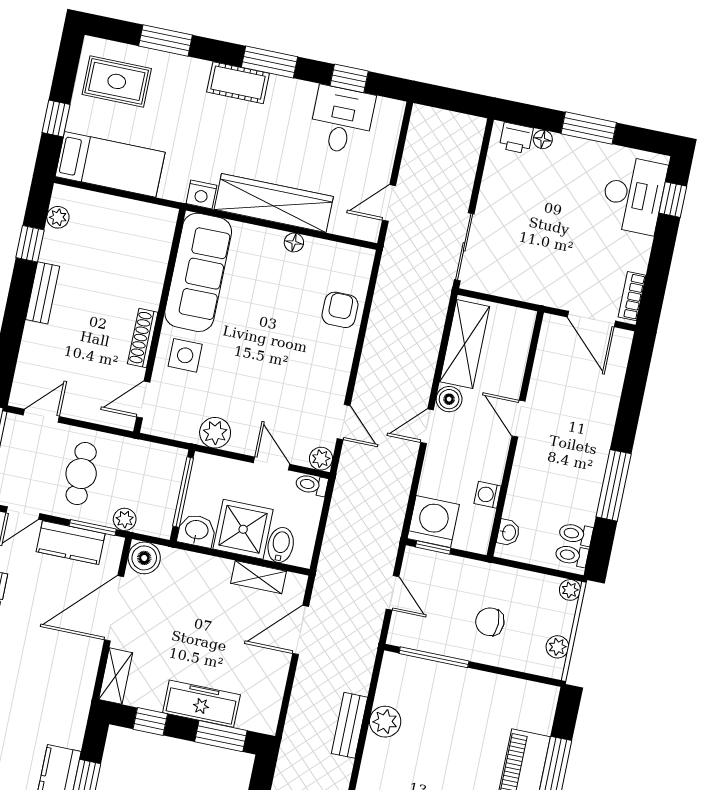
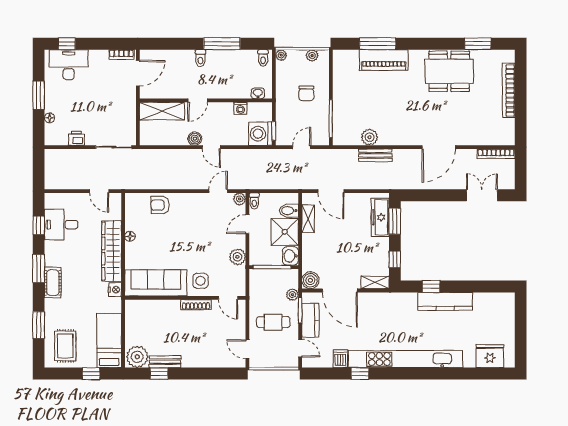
printer: (516, 138) -> (76, 138), moved, turned -90
plant: (58, 217) -> (137, 357), width x1.87, depth x1.87
bench: (43, 293) -> (165, 362), moved
shelving: (465, 344) -> (162, 111), moved
toilet: (576, 534) -> (200, 58), moved
freezer: (201, 704) -> (380, 217), moved

